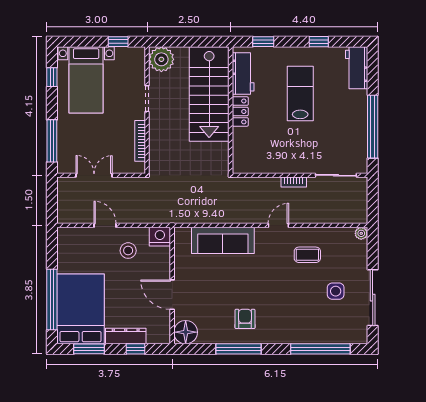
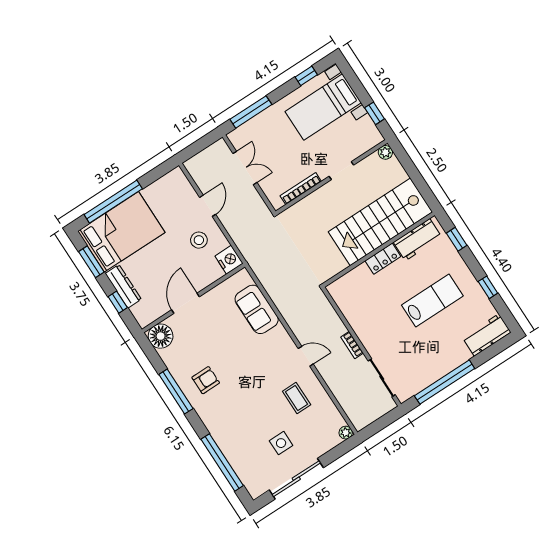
plant: (161, 59) -> (385, 152), width x0.53, depth x0.53
sofa: (223, 240) -> (257, 309), width x0.73

